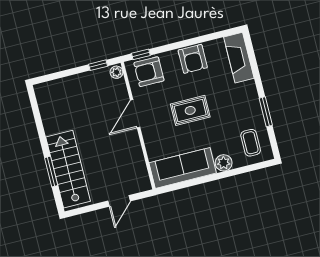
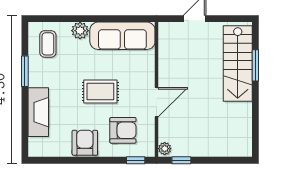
fireplace: (239, 58) -> (38, 112), moved
armchair: (149, 72) -> (123, 130), moved

